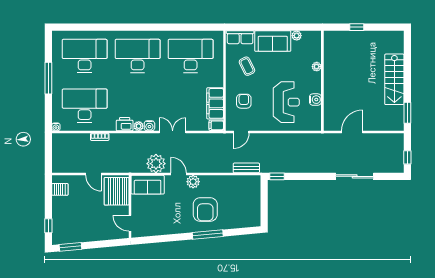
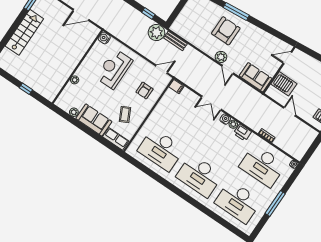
water cooler: (315, 100) -> (104, 38), moved
filing cabinet: (215, 103) -> (166, 103), removed
plant: (156, 164) -> (156, 33), moved
window: (277, 176) -> (148, 13), moved
server rack: (117, 191) -> (284, 84), width x0.62
door: (130, 223) -> (287, 58), swing flipped

